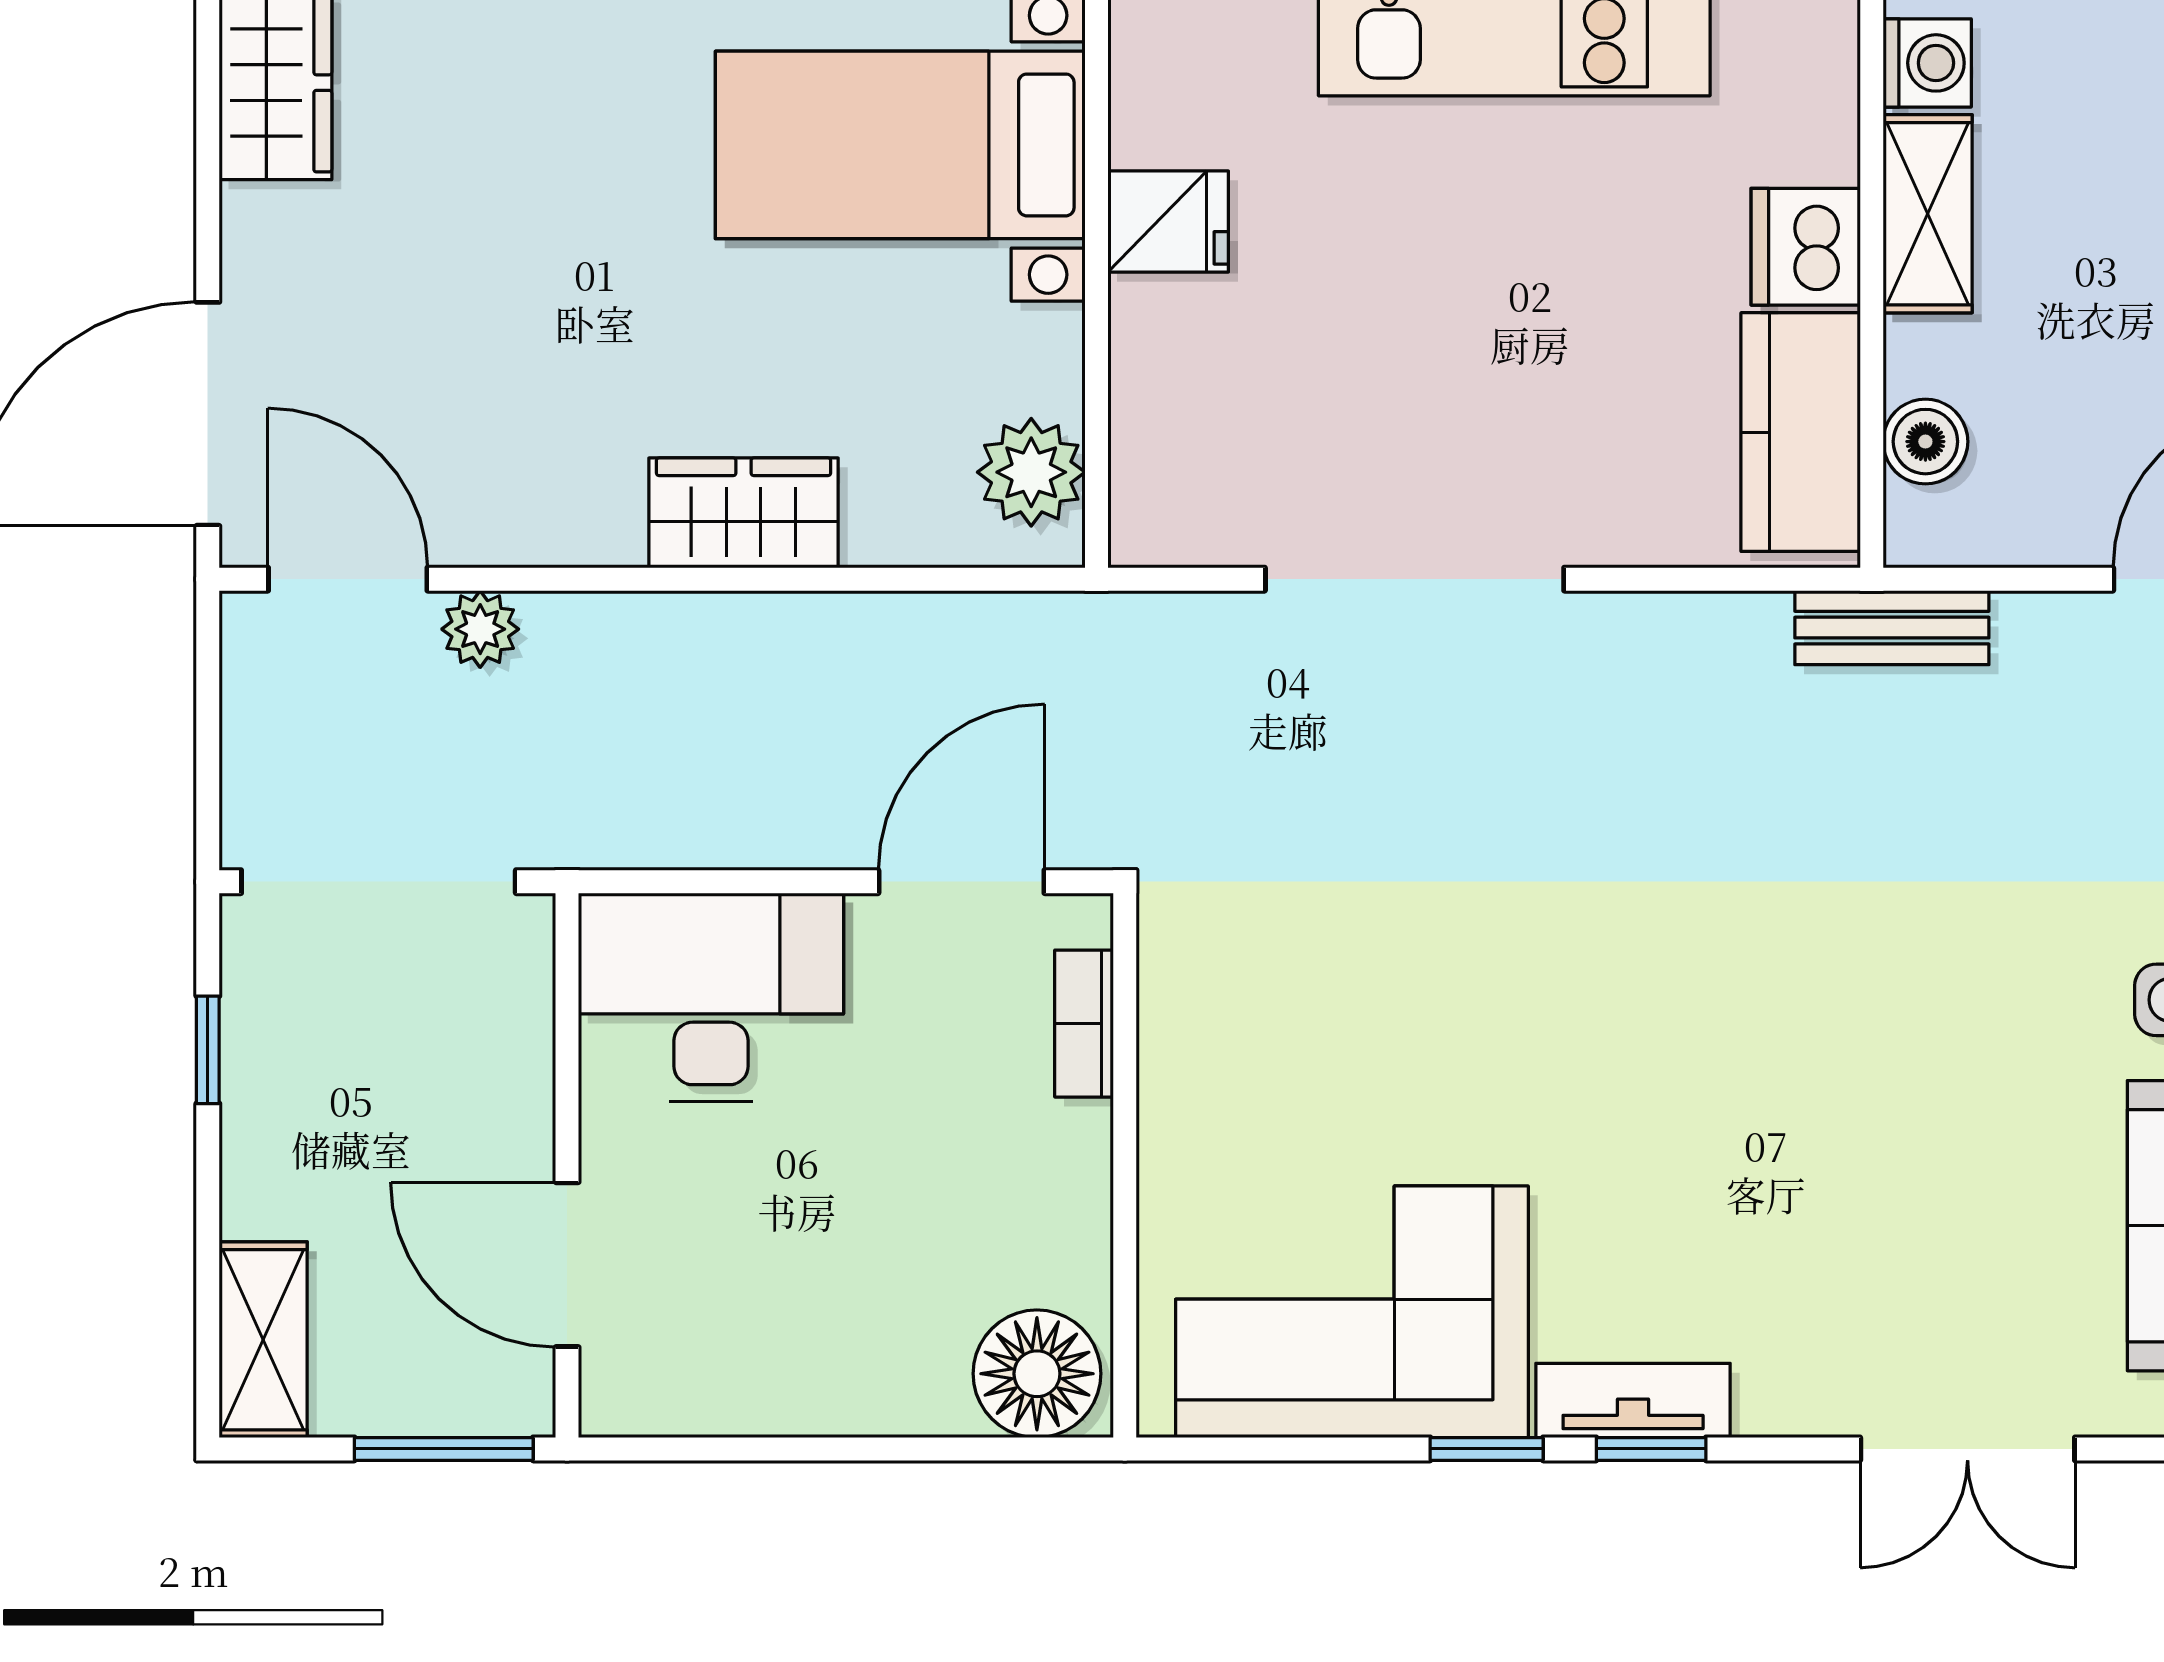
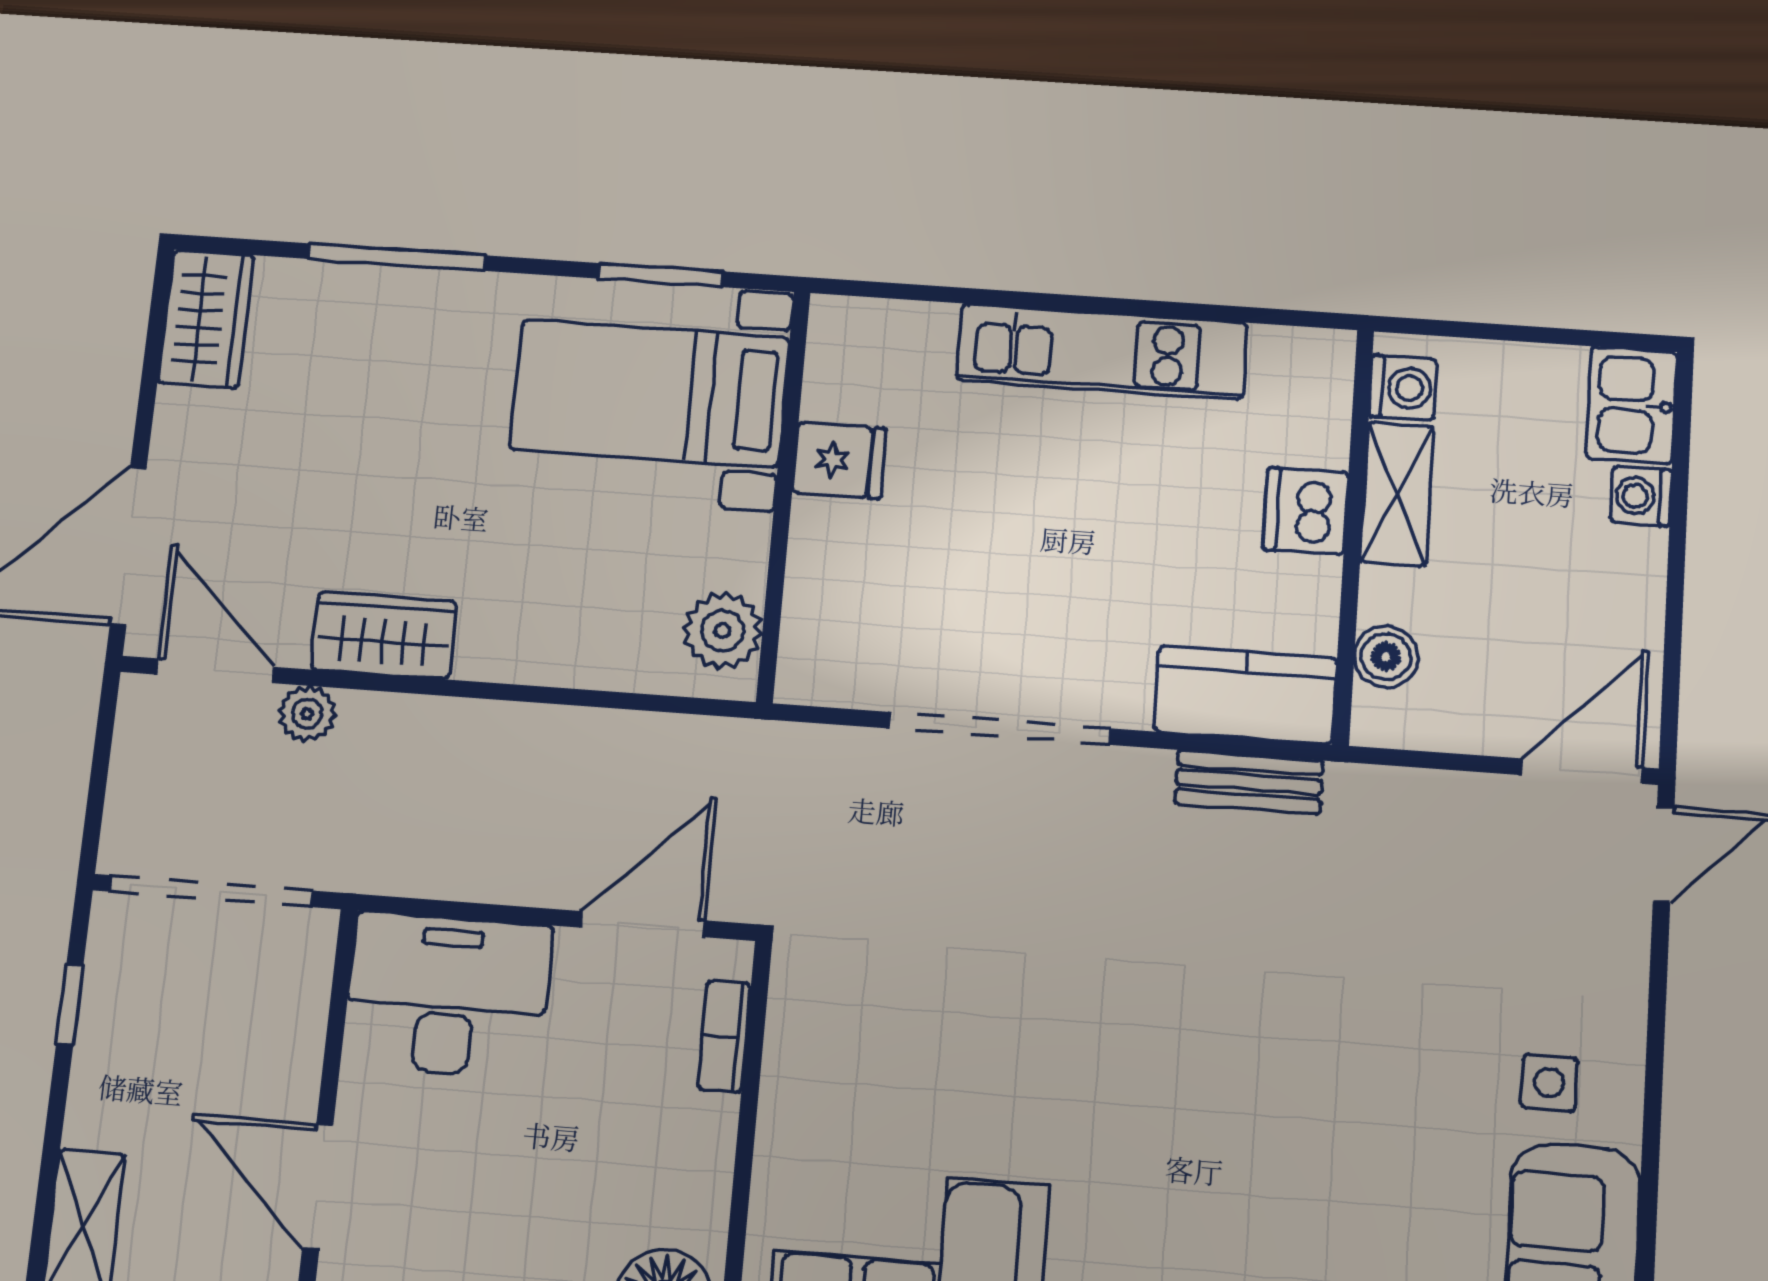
kitchen counter: (1801, 432) -> (1245, 695), moved, turned 90
wardrobe: (744, 513) -> (384, 635), moved
bench: (1892, 628) -> (1249, 782), moved

